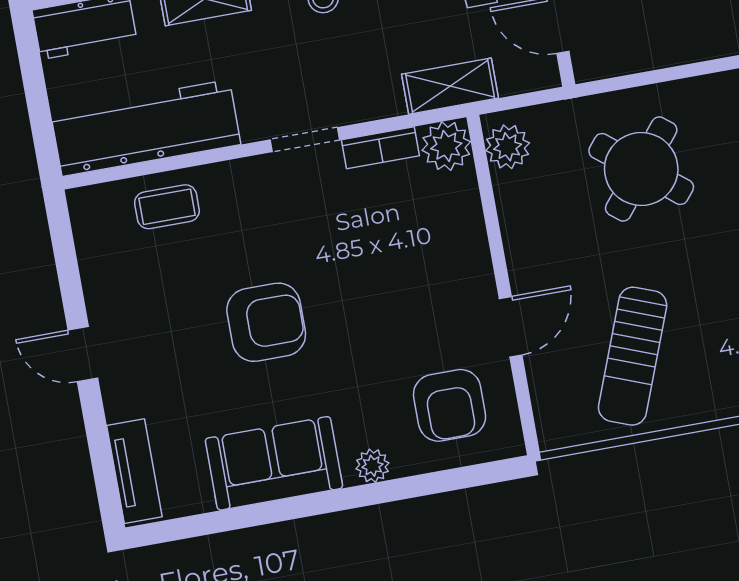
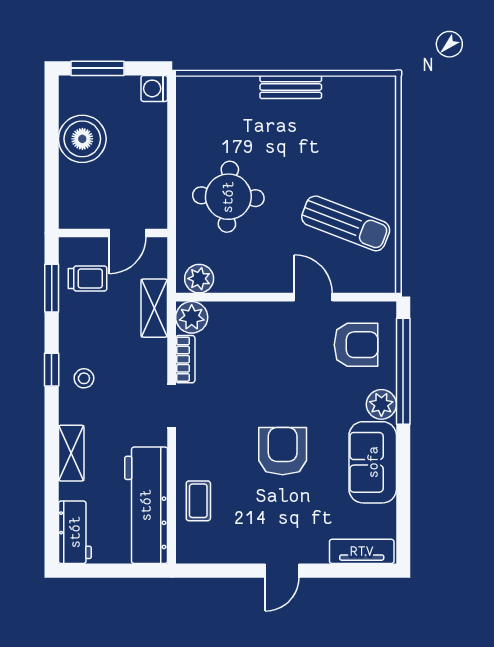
round table: (641, 169) -> (228, 197), turned -36
plant: (372, 466) -> (381, 404), width x1.38, depth x1.38
window: (422, 485) -> (403, 371), added

